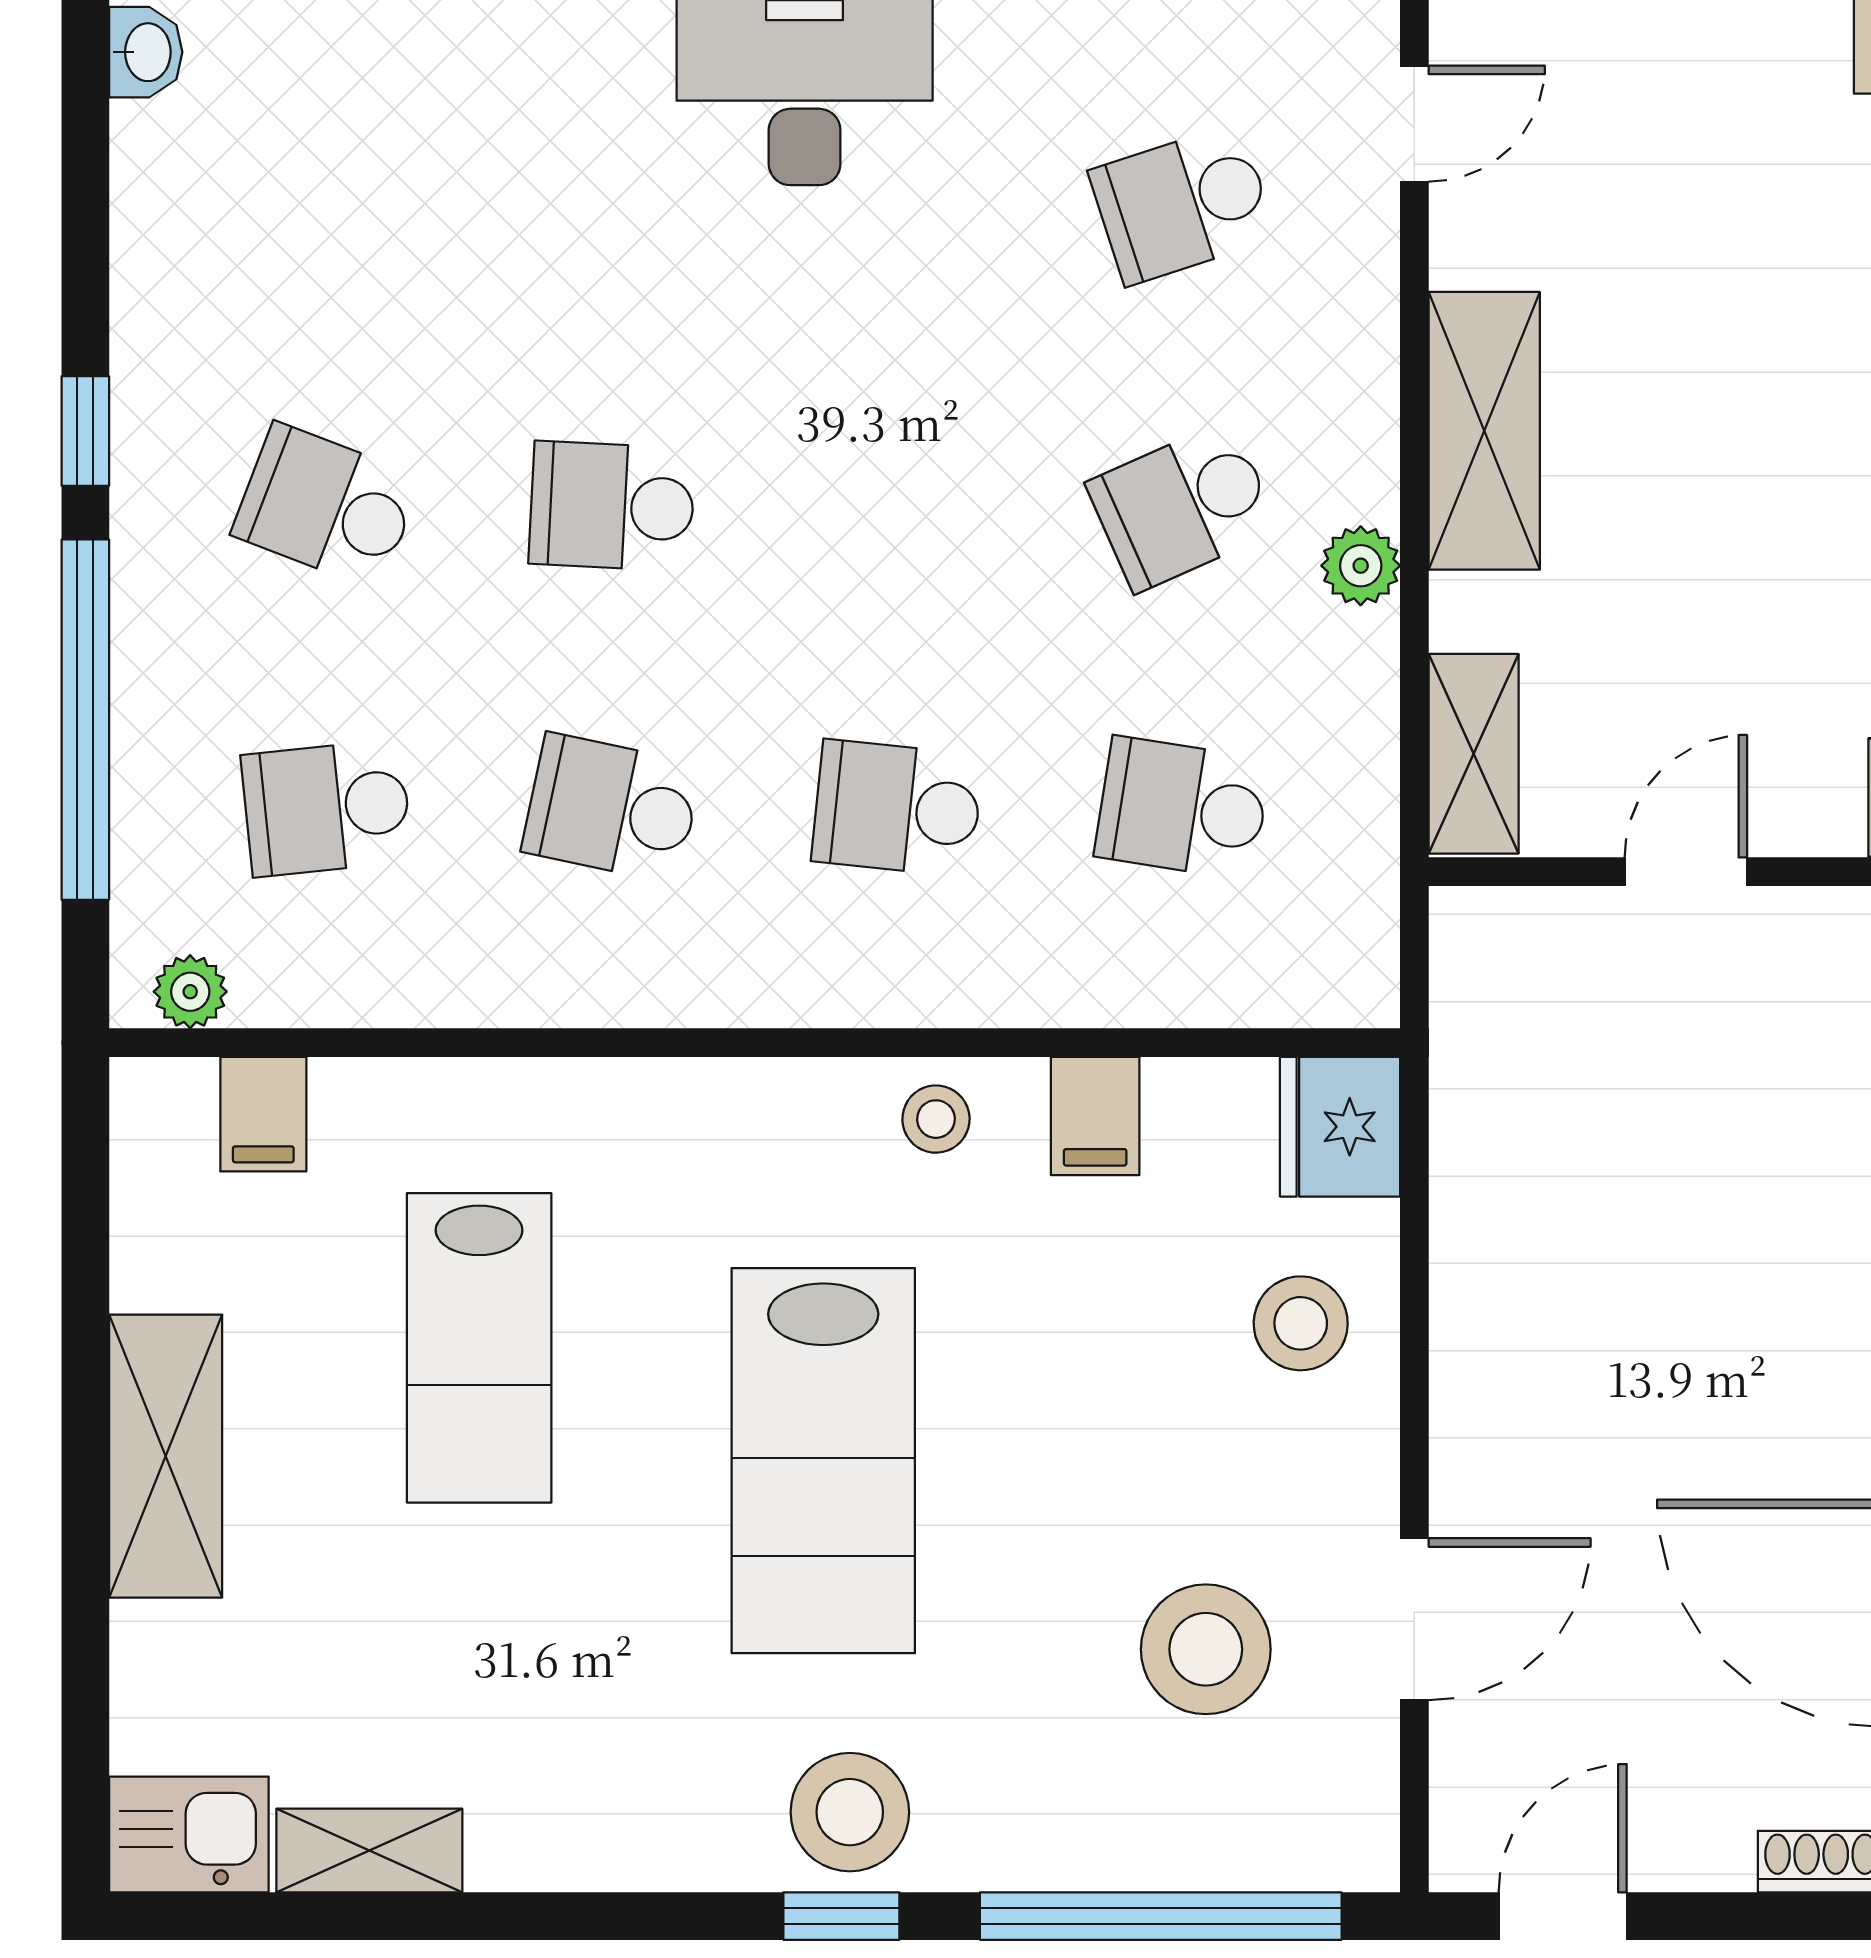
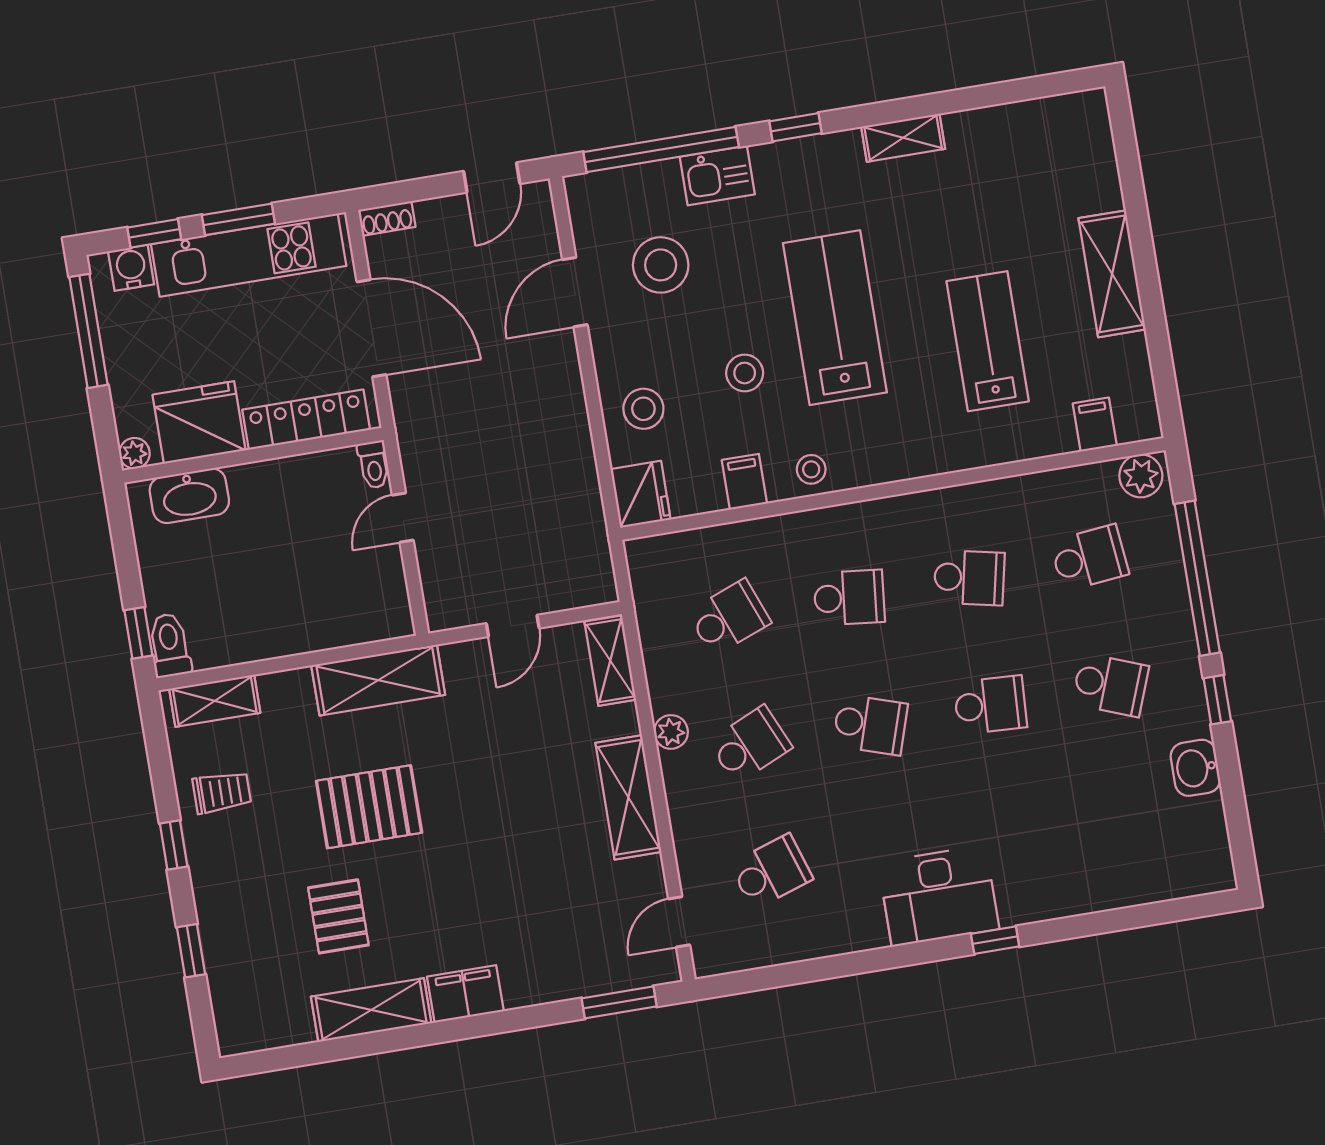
washbasin: (146, 52) -> (1195, 768), moved, width x1.38, depth x1.45
school desk: (897, 506) -> (870, 725), added
school desk: (1183, 808) -> (729, 617), turned -30
plant: (190, 992) -> (1141, 476), width x1.38, depth x1.38
stool: (850, 1812) -> (745, 373), moved, width x0.73, depth x0.73
kitchen sink: (189, 1834) -> (717, 175), moved
shelving: (369, 1850) -> (903, 138), moved

